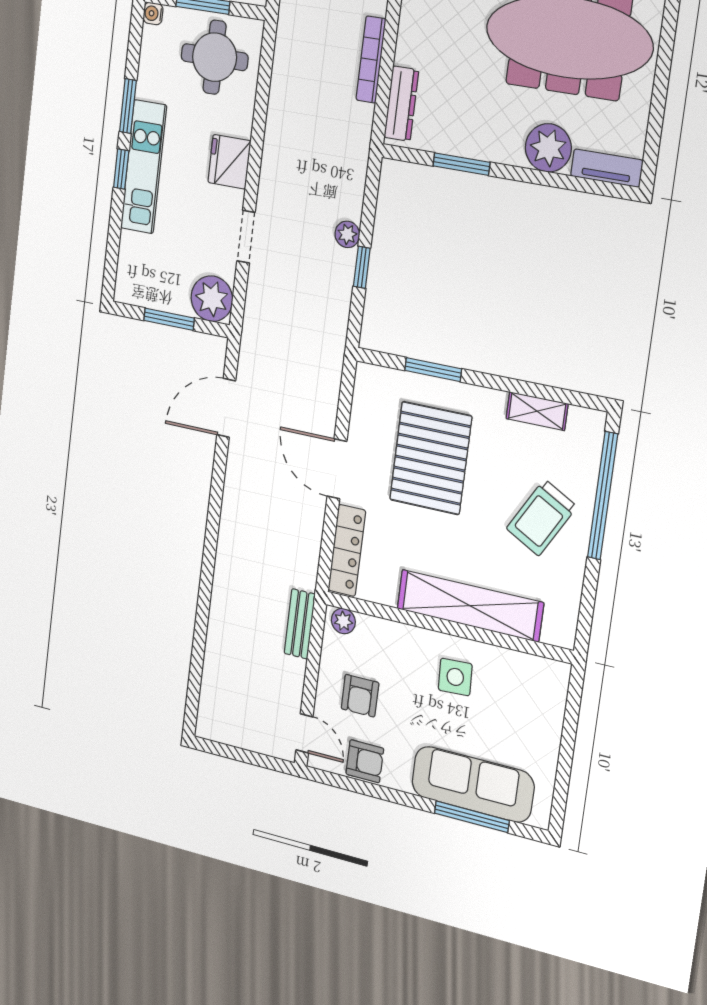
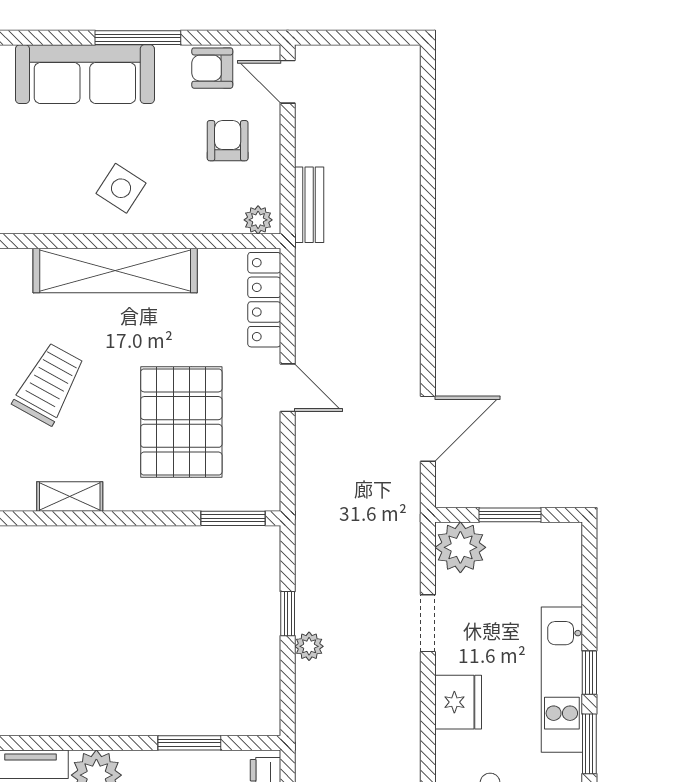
window: (433, 370) -> (233, 518), moved
door: (337, 469) -> (288, 388), width x0.73
side table: (455, 677) -> (121, 188), turned 36
window: (472, 817) -> (138, 38), moved

